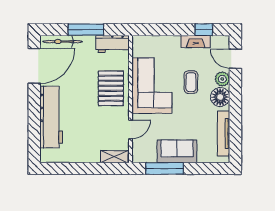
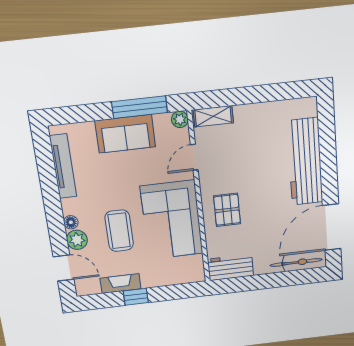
window: (86, 30) -> (267, 281), removed
window: (204, 30) -> (136, 297), moved
coffee table: (191, 82) -> (119, 231), width x1.36, depth x1.30
pallet: (111, 88) -> (227, 210), width x0.67, depth x0.71
floor lamp: (220, 97) -> (71, 222), width x0.53, depth x0.53
plant: (138, 157) -> (180, 119), added

